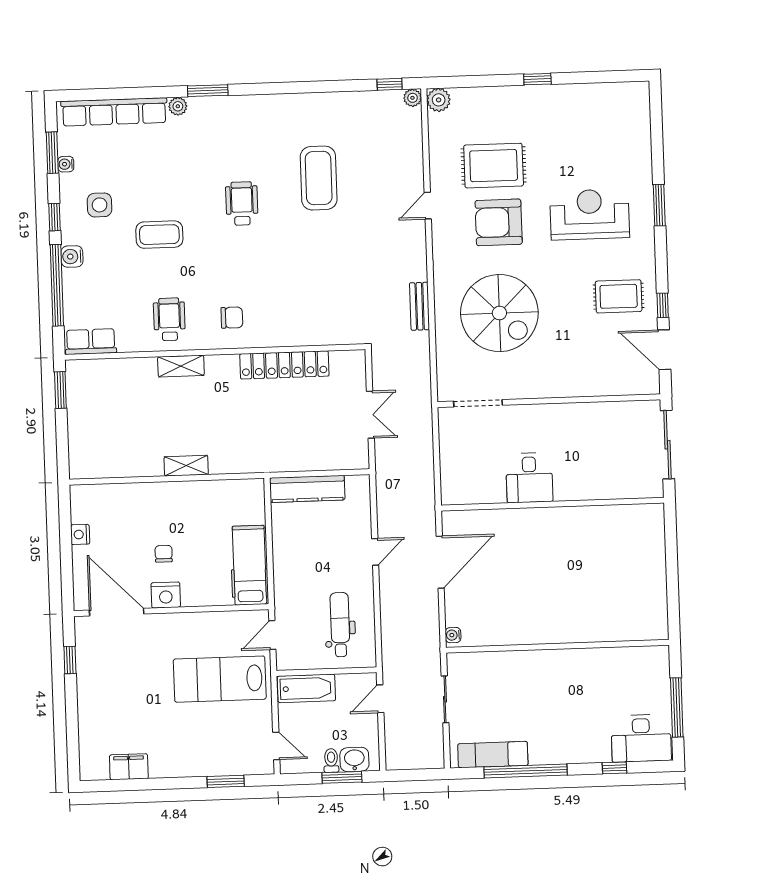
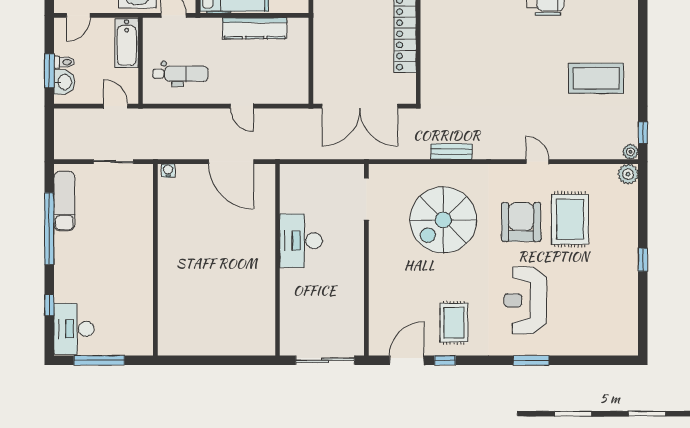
coffee table: (319, 178) -> (596, 78), moved
reception desk: (590, 214) -> (525, 300), turned 180
double door: (370, 415) -> (360, 106), width x1.87
desk: (529, 478) -> (301, 241), width x1.37
kitchen counter: (307, 489) -> (255, 28), moved, turned -90

